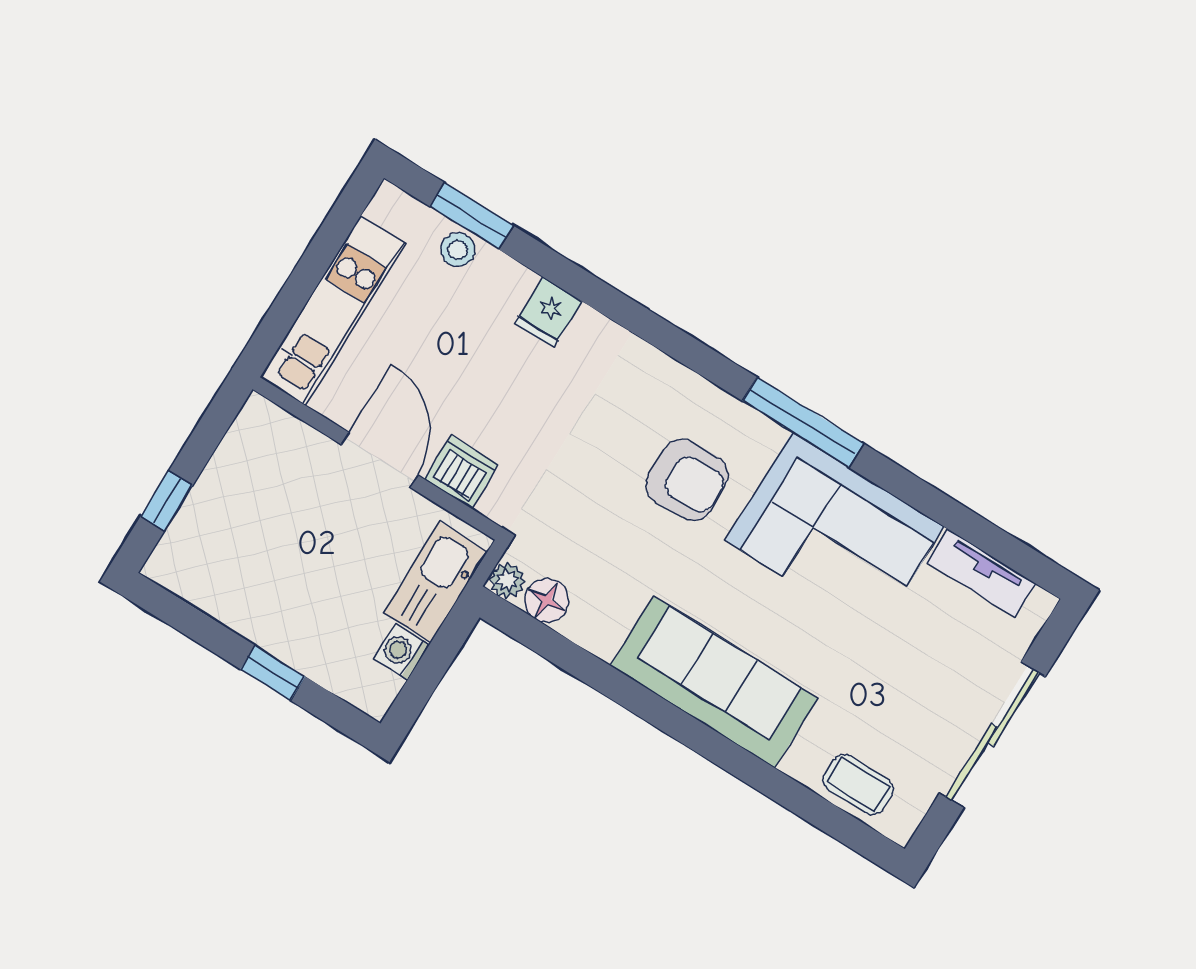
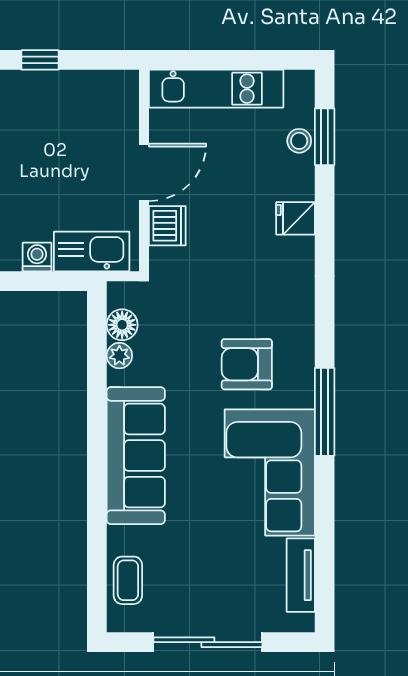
armchair: (687, 480) -> (247, 364), turned 91
plant: (507, 581) -> (119, 356), moved

